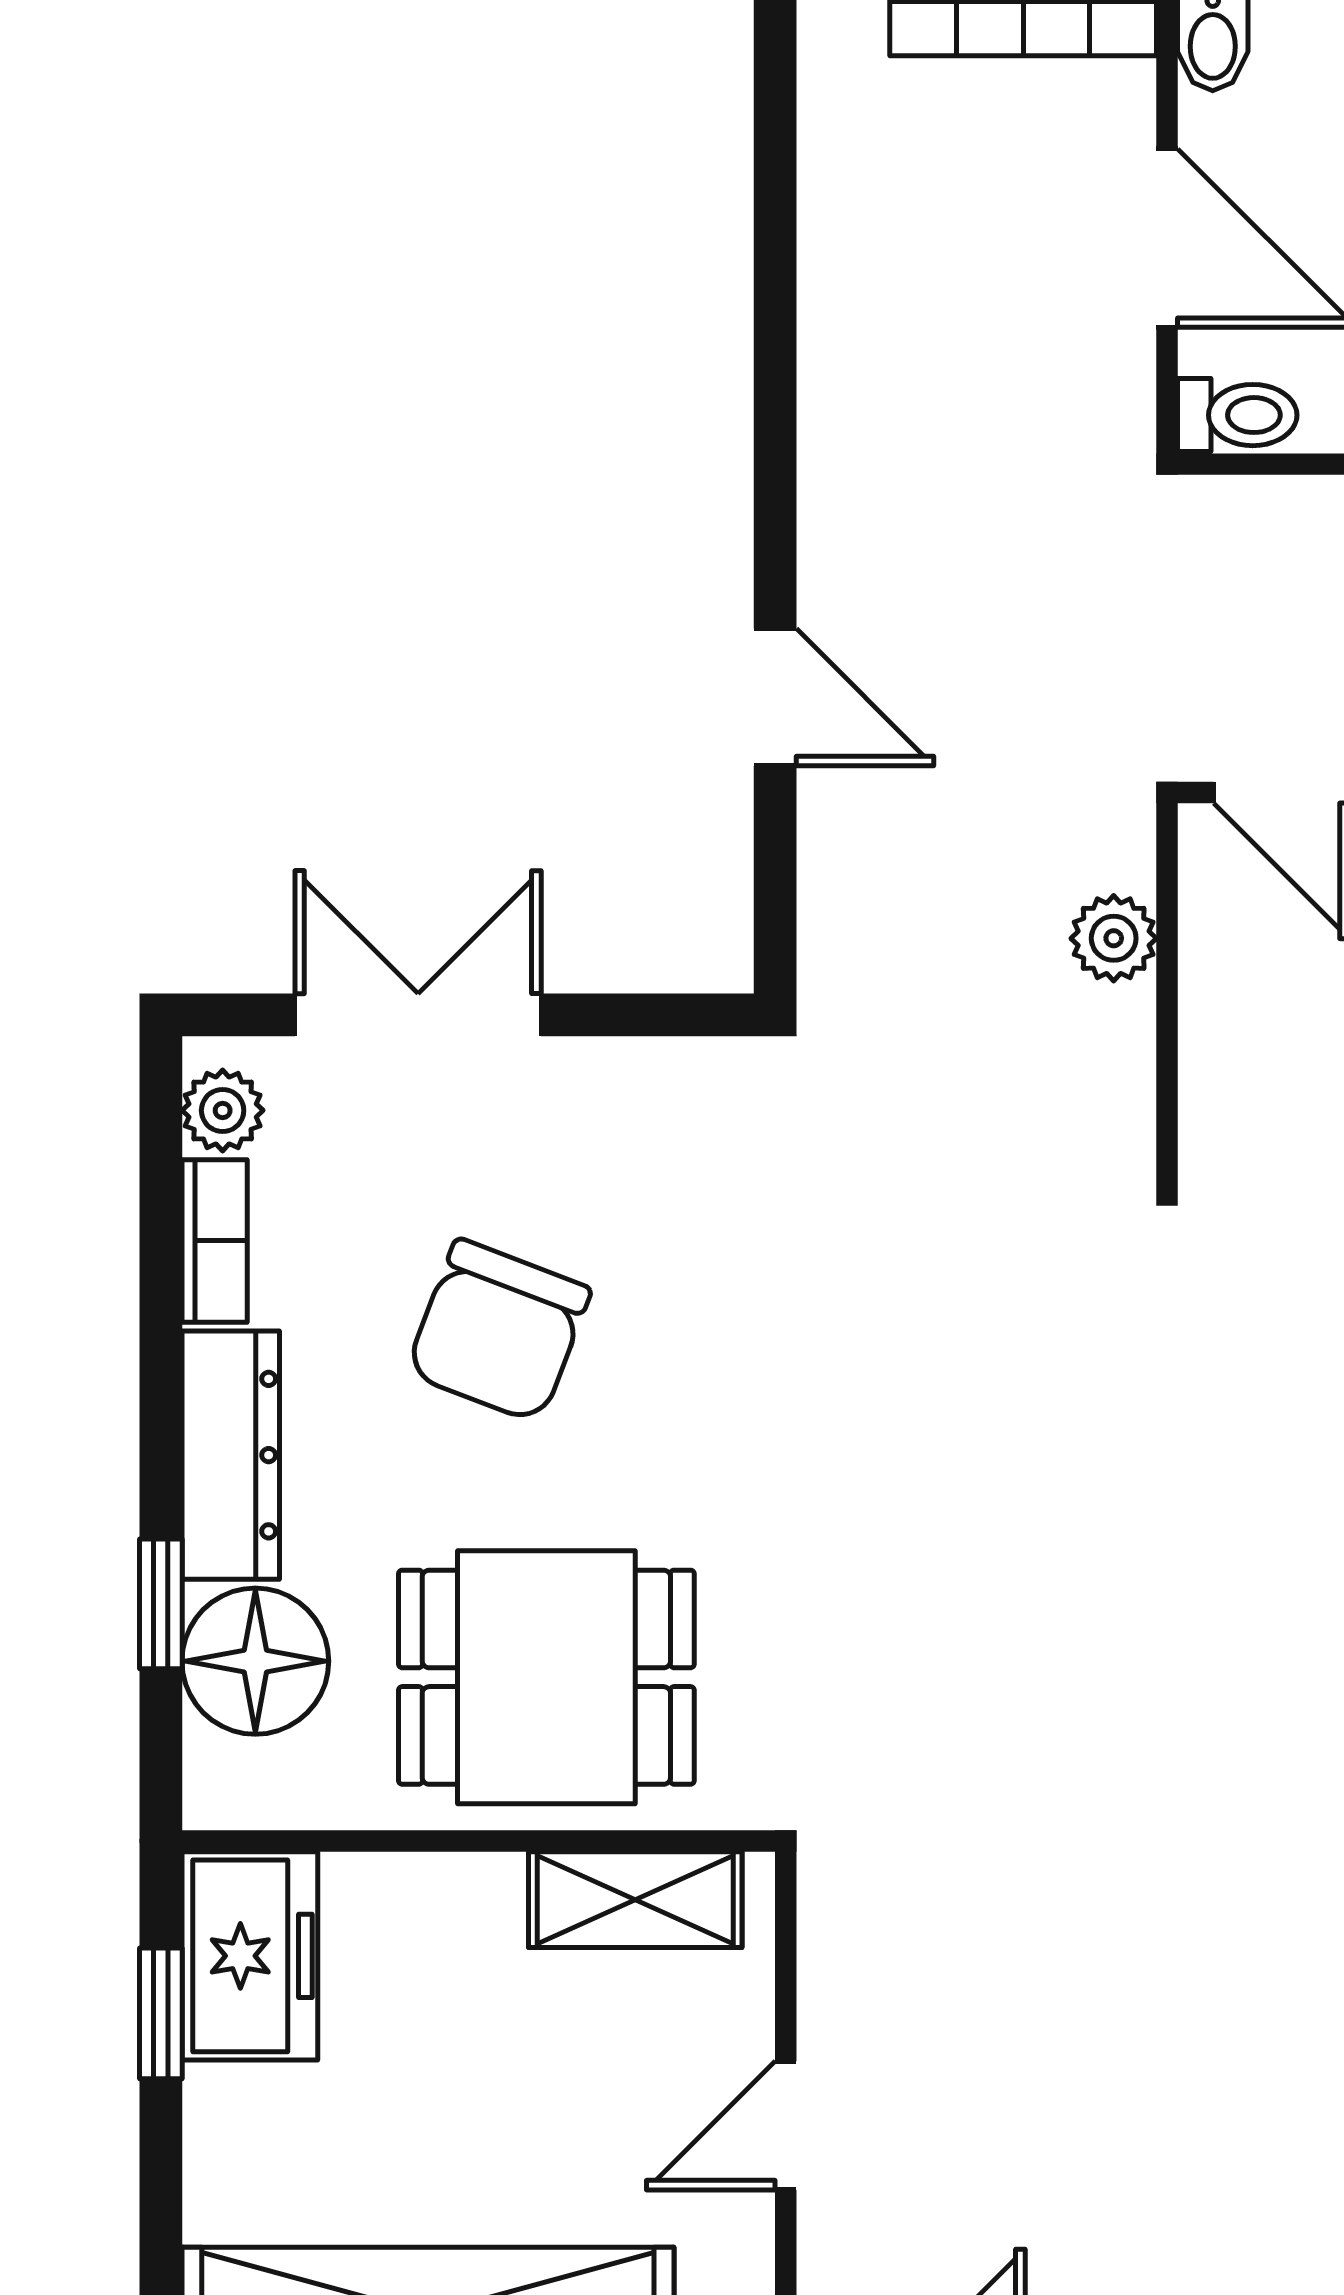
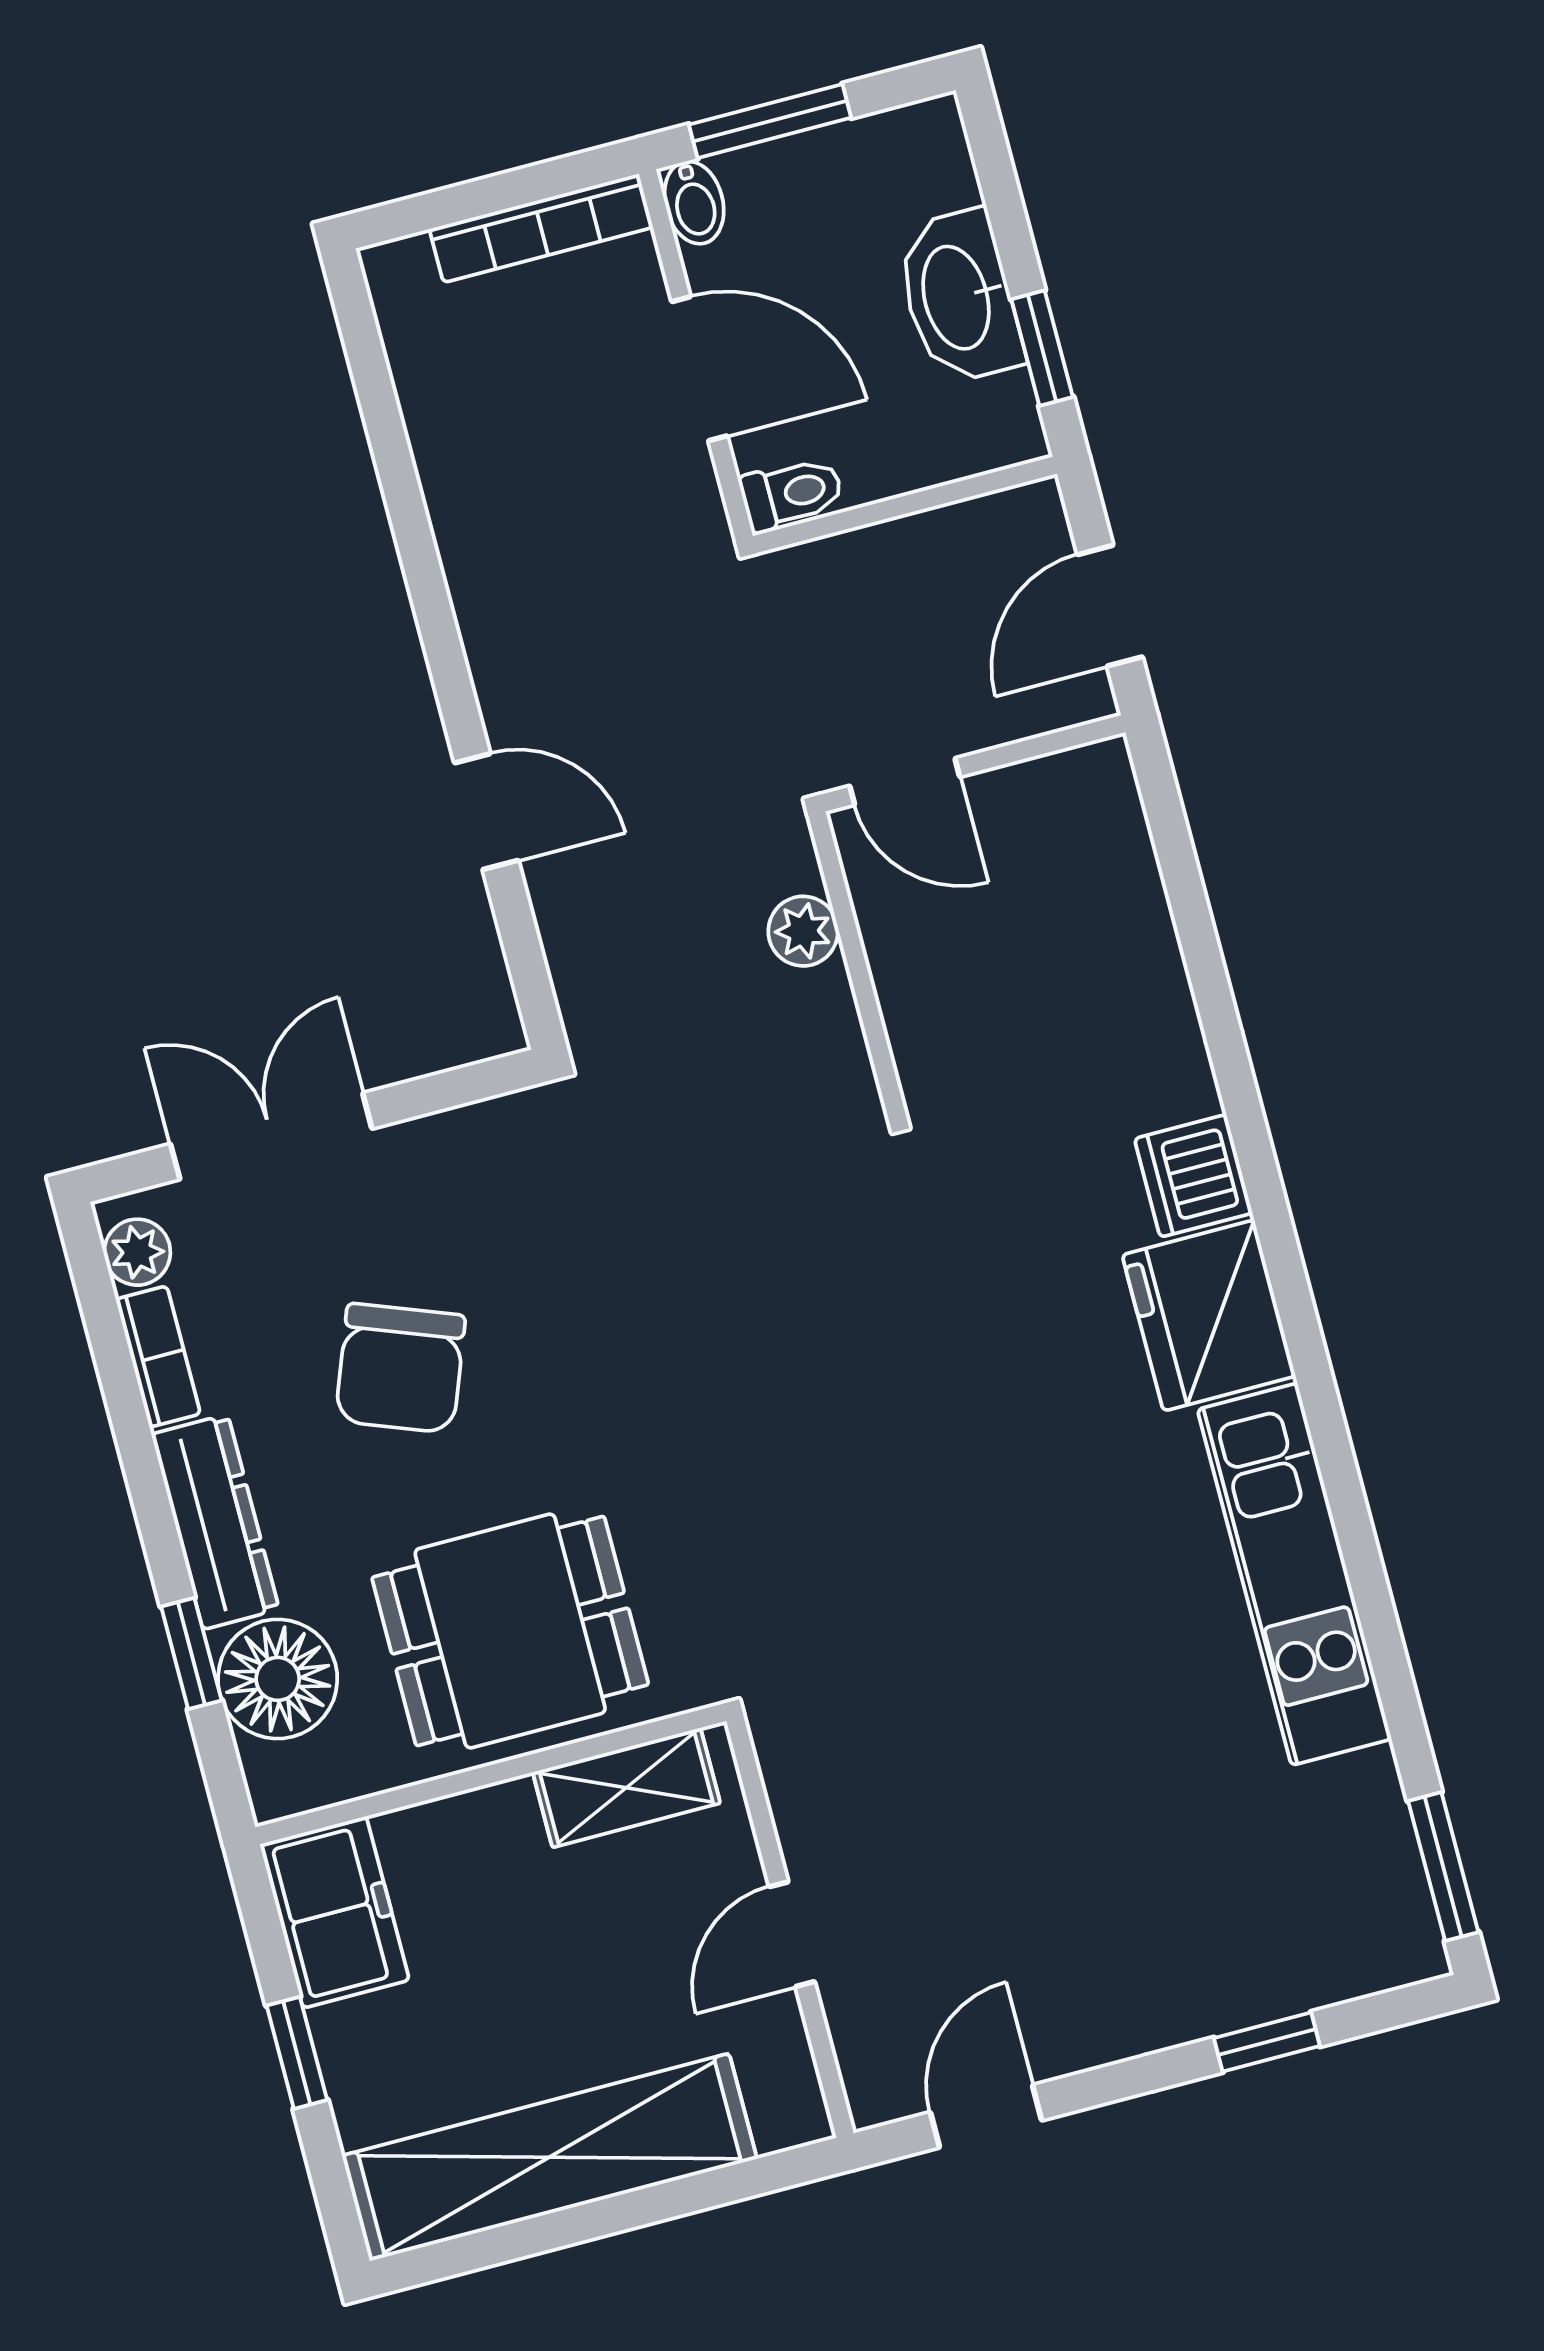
window: (161, 2013) -> (297, 2053), moved

